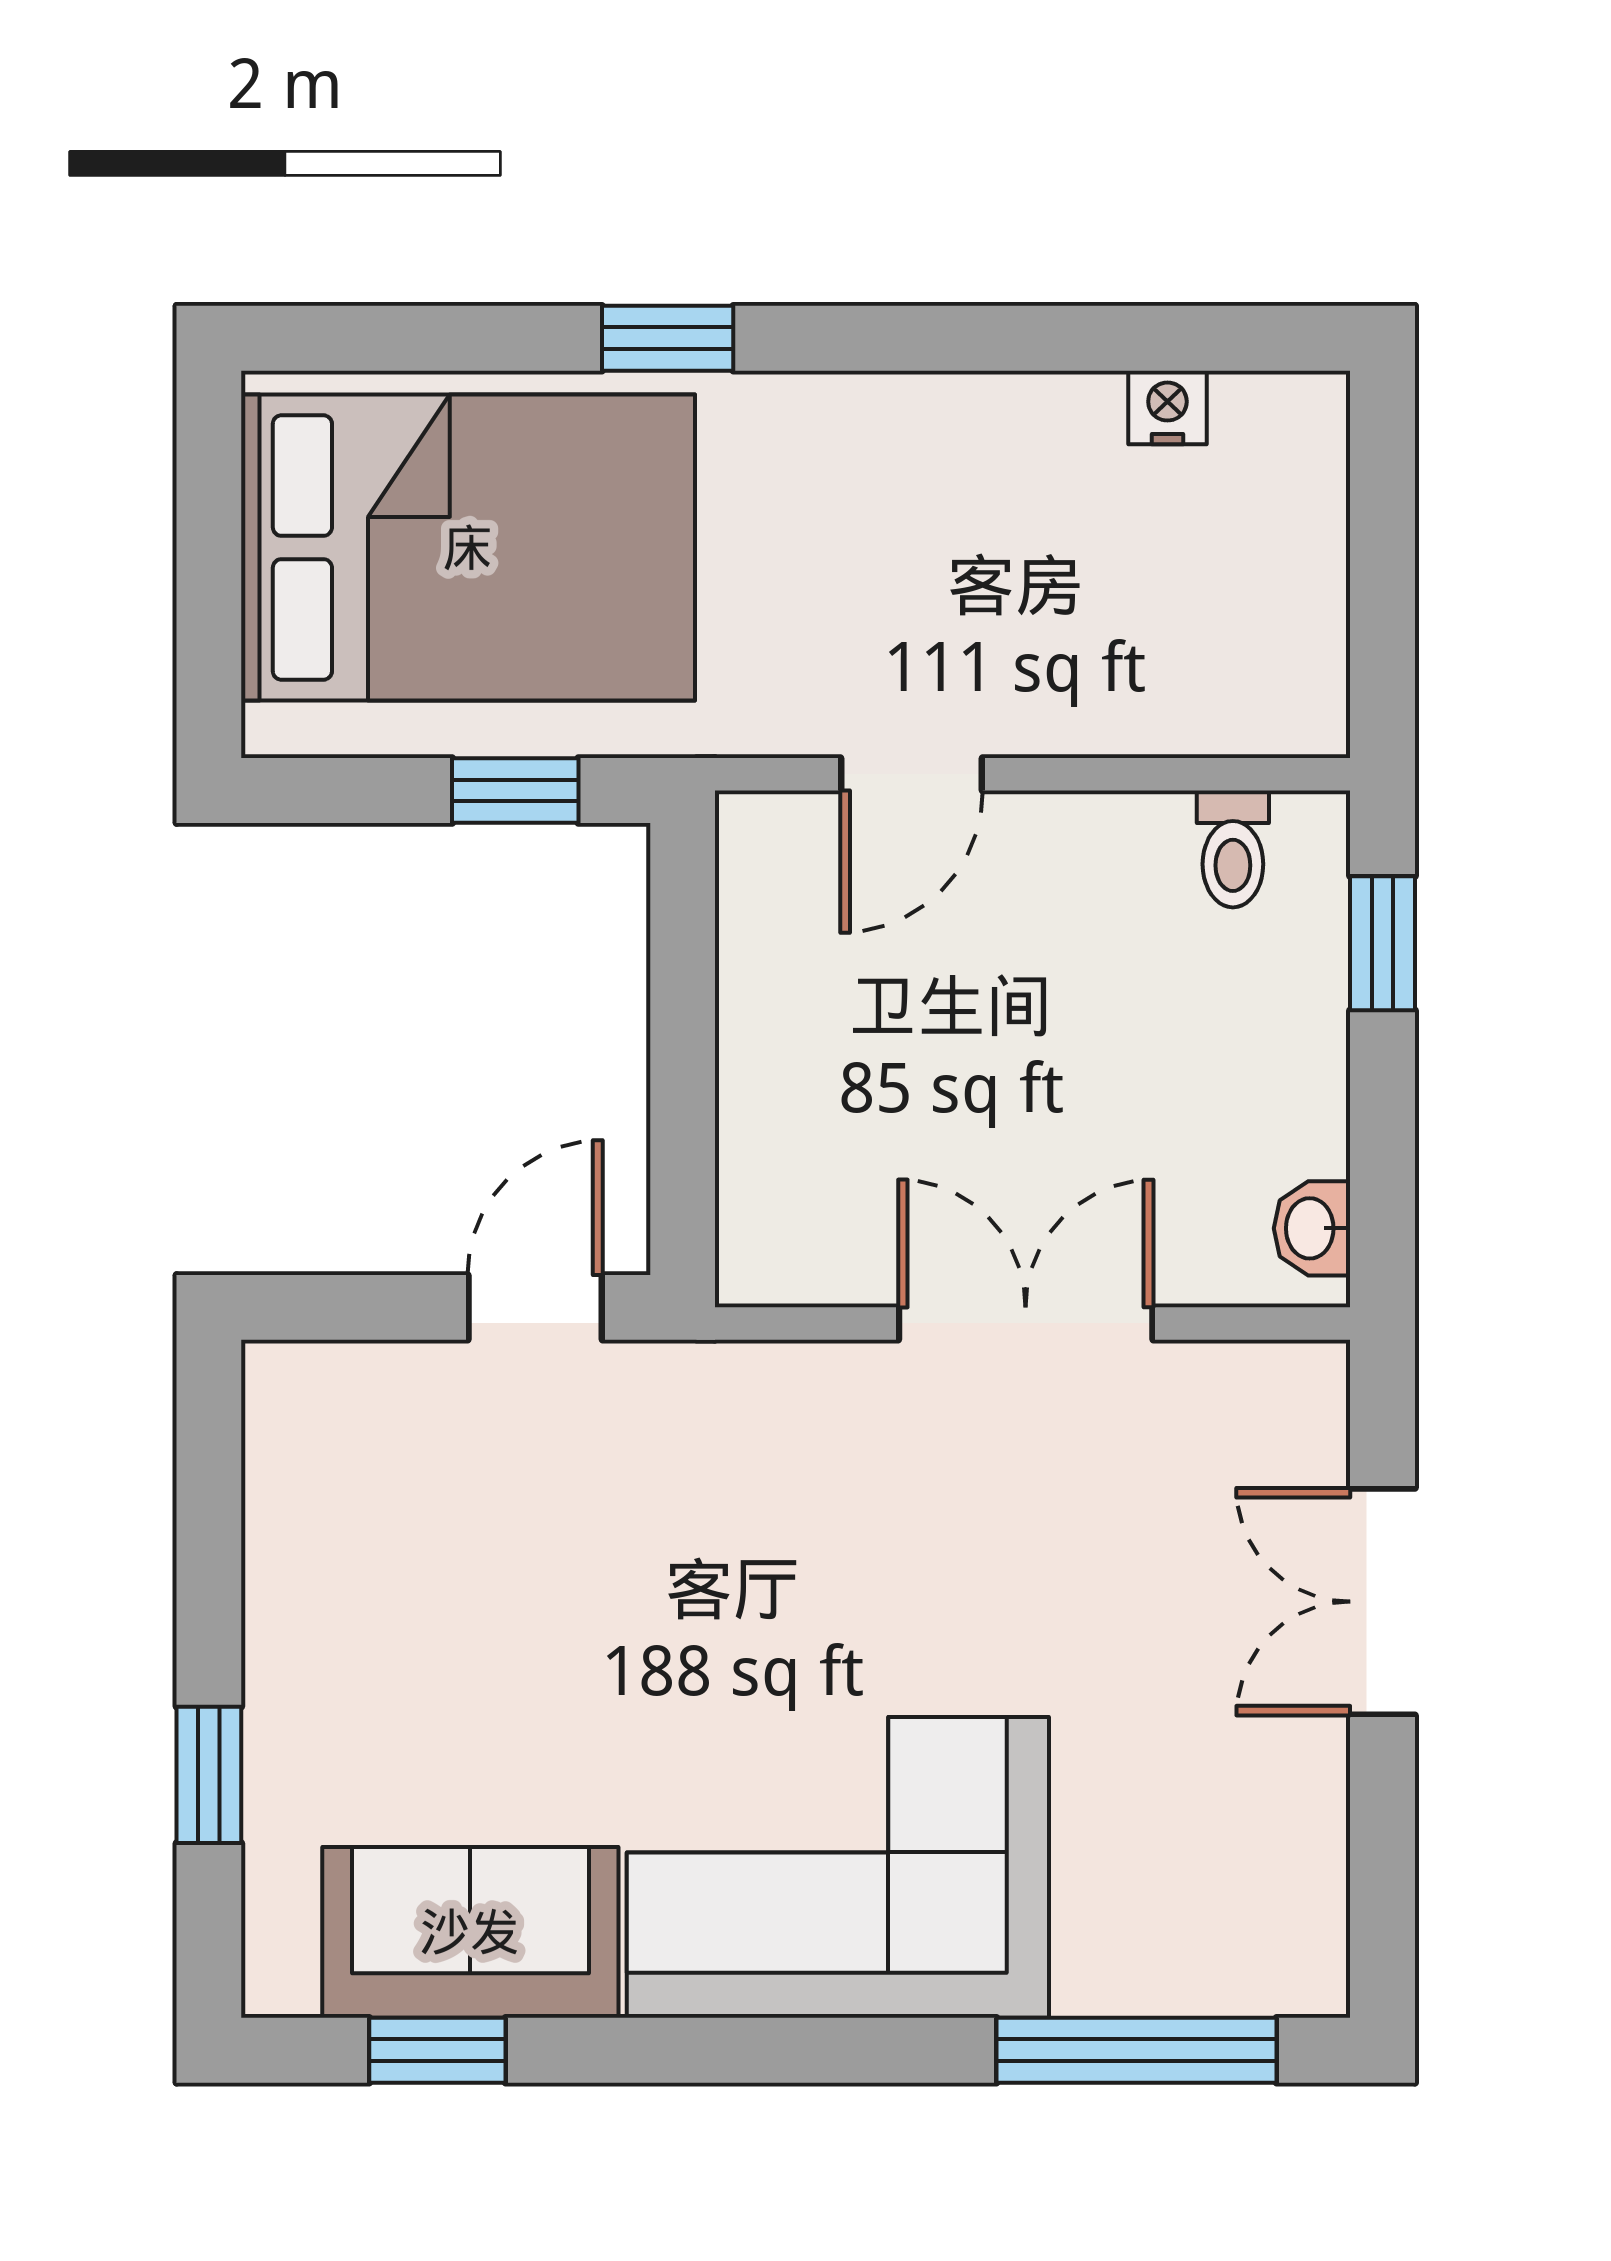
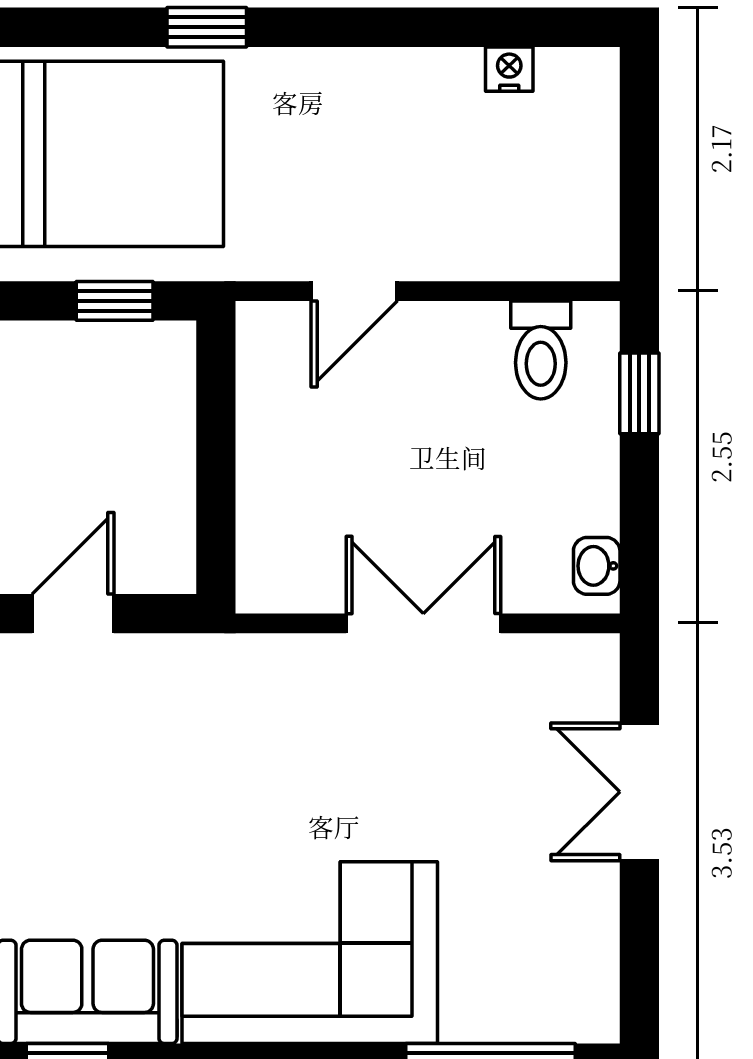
toilet: (1233, 849) -> (541, 350), width x1.37, depth x1.39
door: (535, 1307) -> (73, 614), moved

